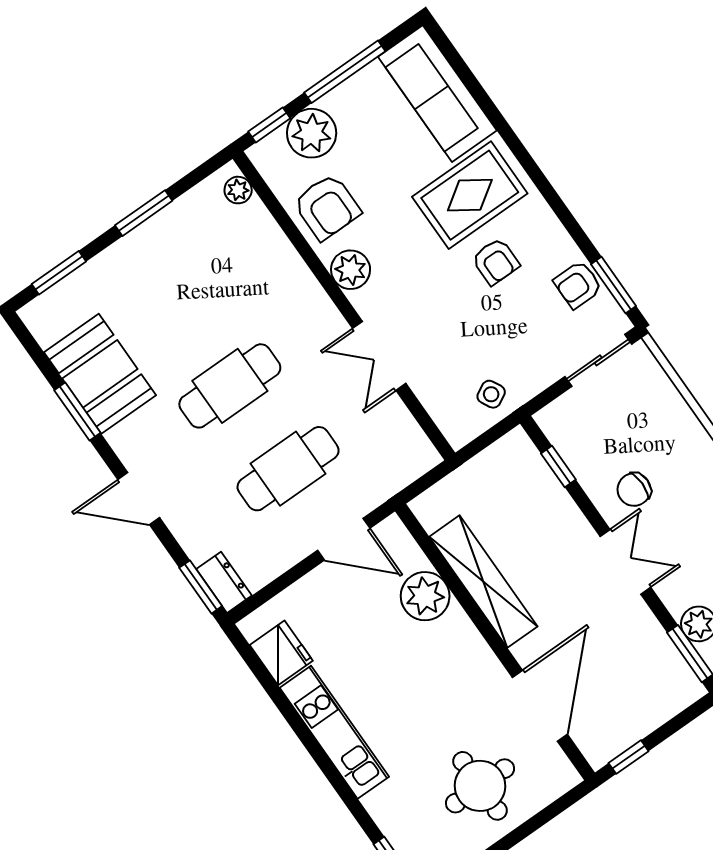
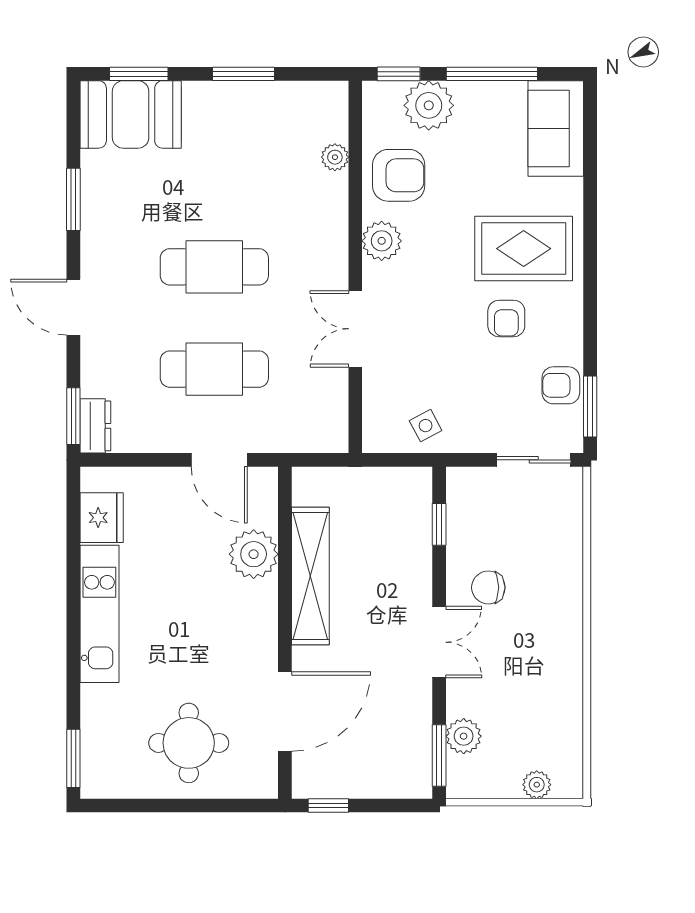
sofa: (437, 94) -> (556, 128), width x0.73
plant: (238, 190) -> (335, 157), moved
armchair: (327, 207) -> (399, 175), turned -90
booth: (100, 374) -> (131, 114), moved, turned 90

